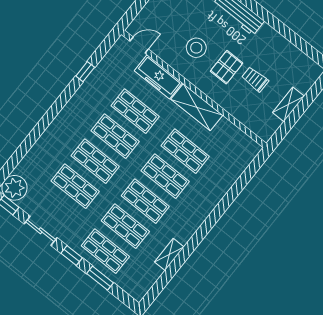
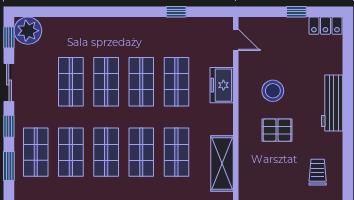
freezer: (158, 77) -> (222, 85), width x0.71
trolley: (255, 79) -> (318, 172), moved
shelving: (197, 107) -> (222, 163), moved

